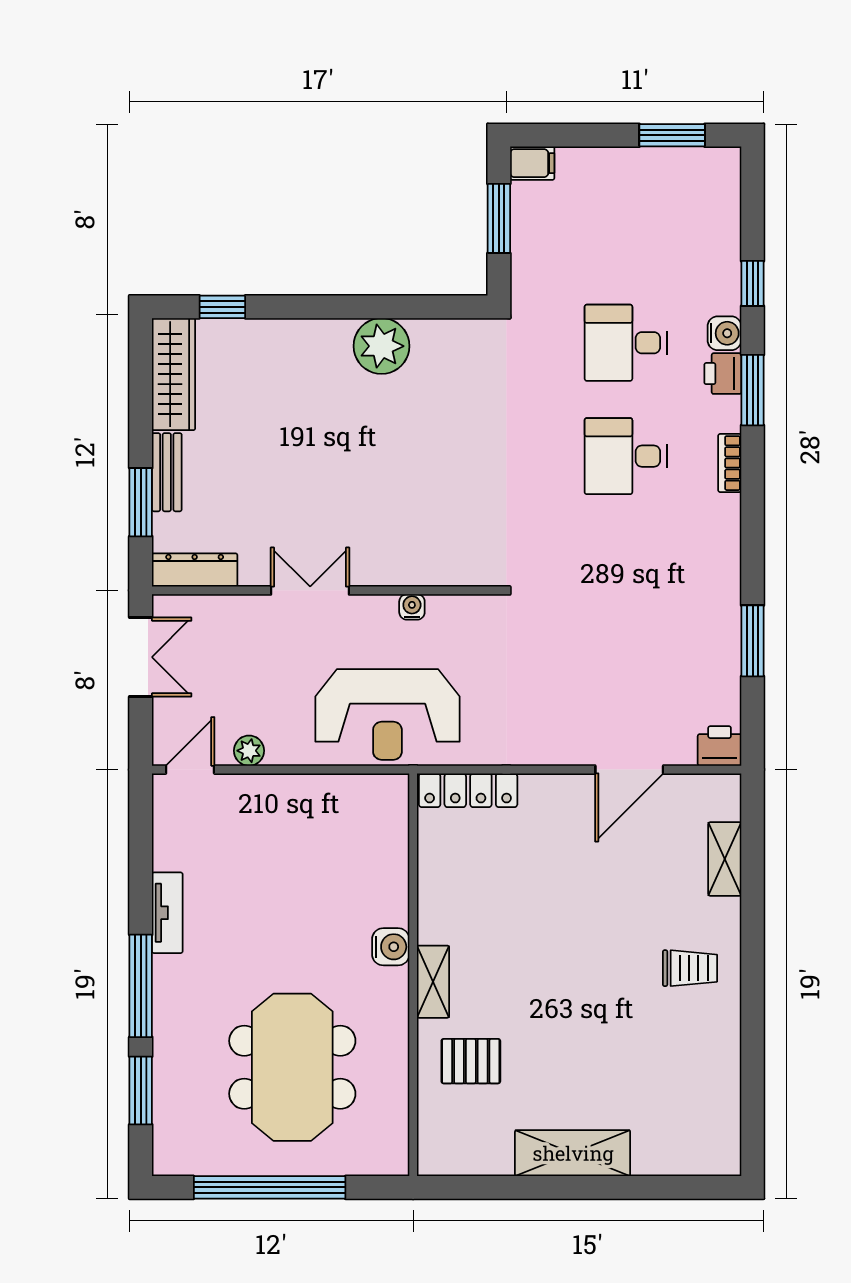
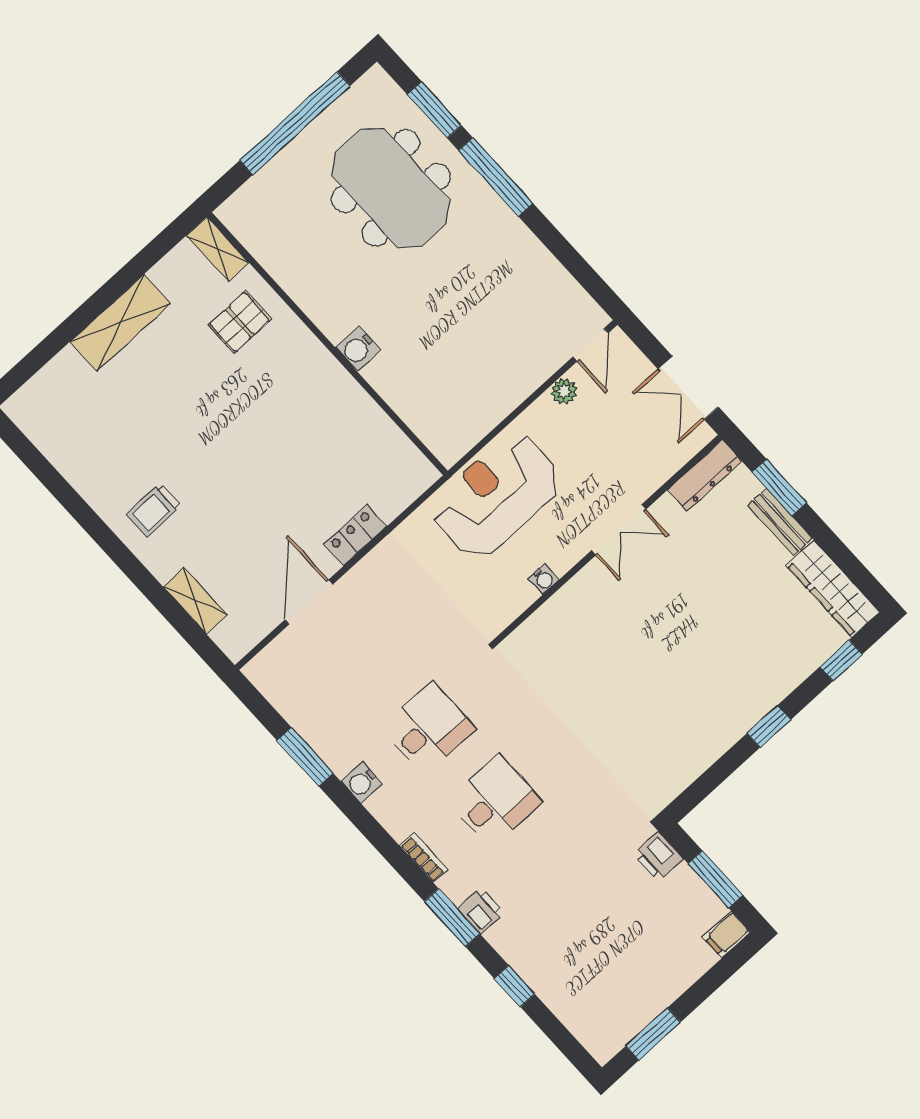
window: (335, 307) -> (769, 726), added
water cooler: (724, 333) -> (362, 783), moved
desk: (626, 343) -> (428, 728), moved
plant: (381, 346) -> (716, 729), removed
printer: (720, 746) -> (658, 857), moved, turned 90
locker: (468, 790) -> (355, 535), moved, width x0.66
tv unit: (167, 913) -> (521, 239), removed
shelving: (433, 982) -> (218, 249), moved
meeting table: (292, 1067) -> (391, 188), moved

